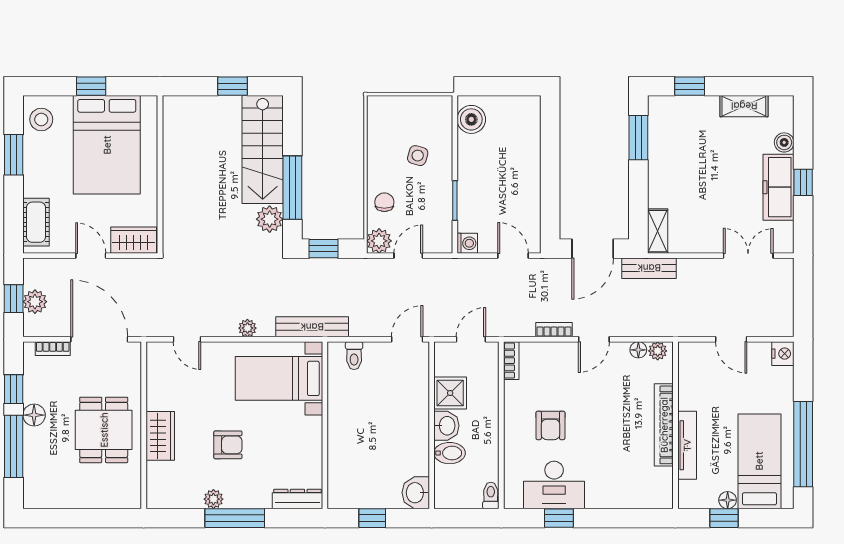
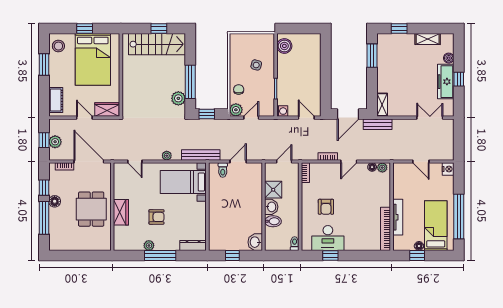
stairs: (263, 150) -> (157, 44), moved, turned -90
door: (407, 339) -> (238, 161), moved
bookcase: (664, 425) -> (385, 229), moved

